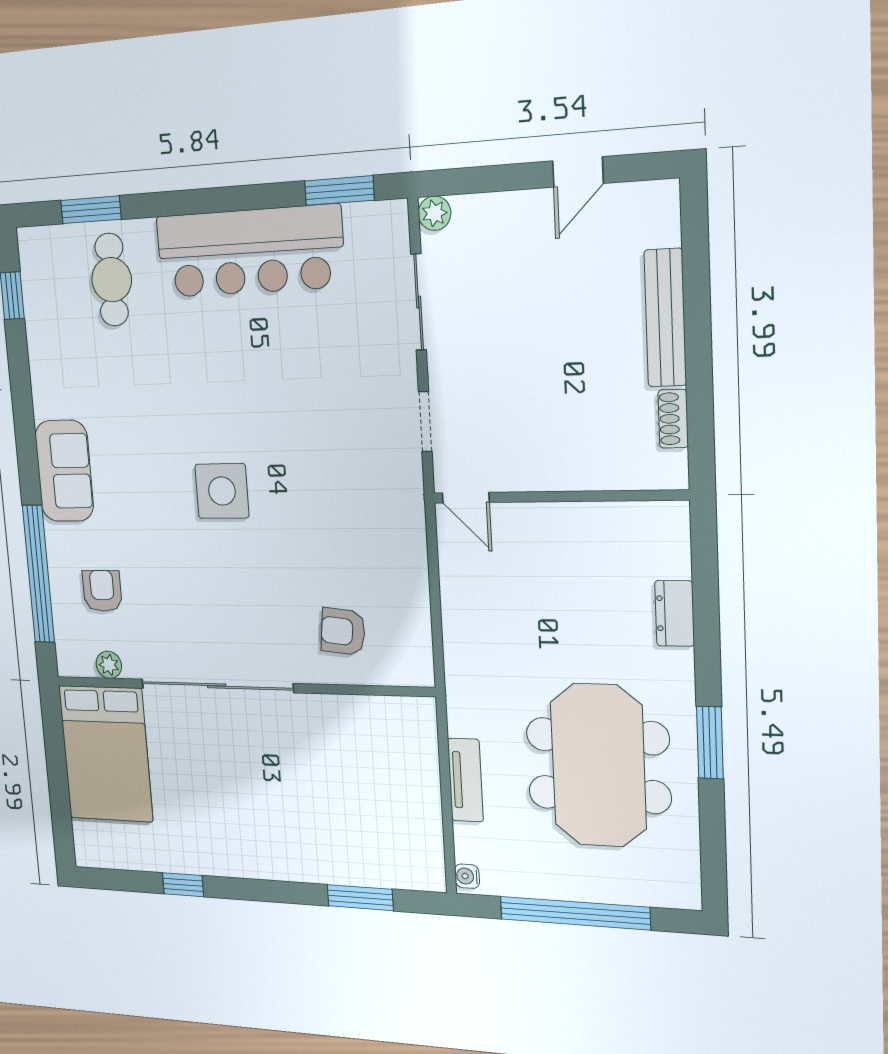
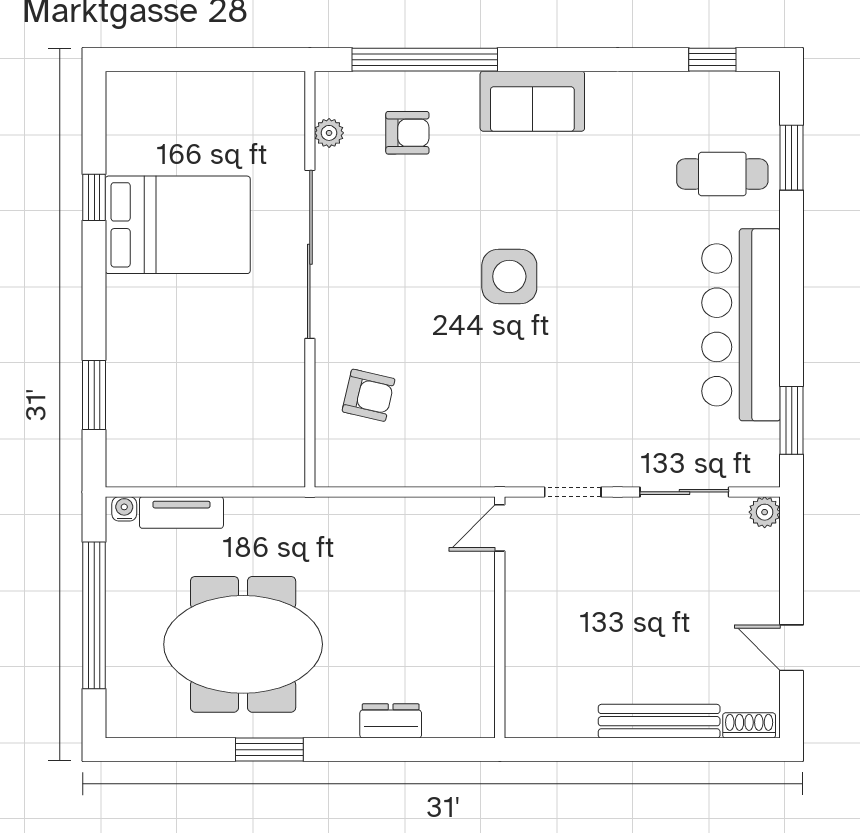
shoe rack: (673, 419) -> (749, 725), moved
armchair: (343, 631) -> (369, 395), turned 97
bed: (106, 754) -> (178, 225), moved, turned 180
tv unit: (465, 780) -> (181, 513), moved

